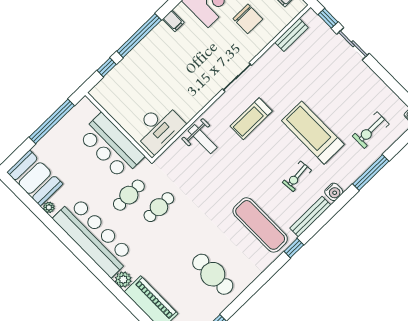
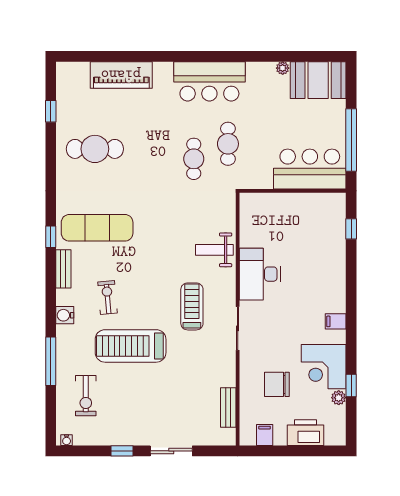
window: (328, 18) -> (122, 451), moved
window: (139, 36) -> (351, 281), removed
desk: (158, 127) -> (260, 274), moved
exercise bike: (371, 130) -> (86, 396), turned 180
treadmill: (313, 133) -> (131, 346), turned 180
bar counter: (111, 146) -> (310, 169), moved
bench: (310, 217) -> (63, 269), width x0.73
bar counter: (94, 236) -> (209, 81), width x0.73
plant: (123, 279) -> (163, 71), removed

